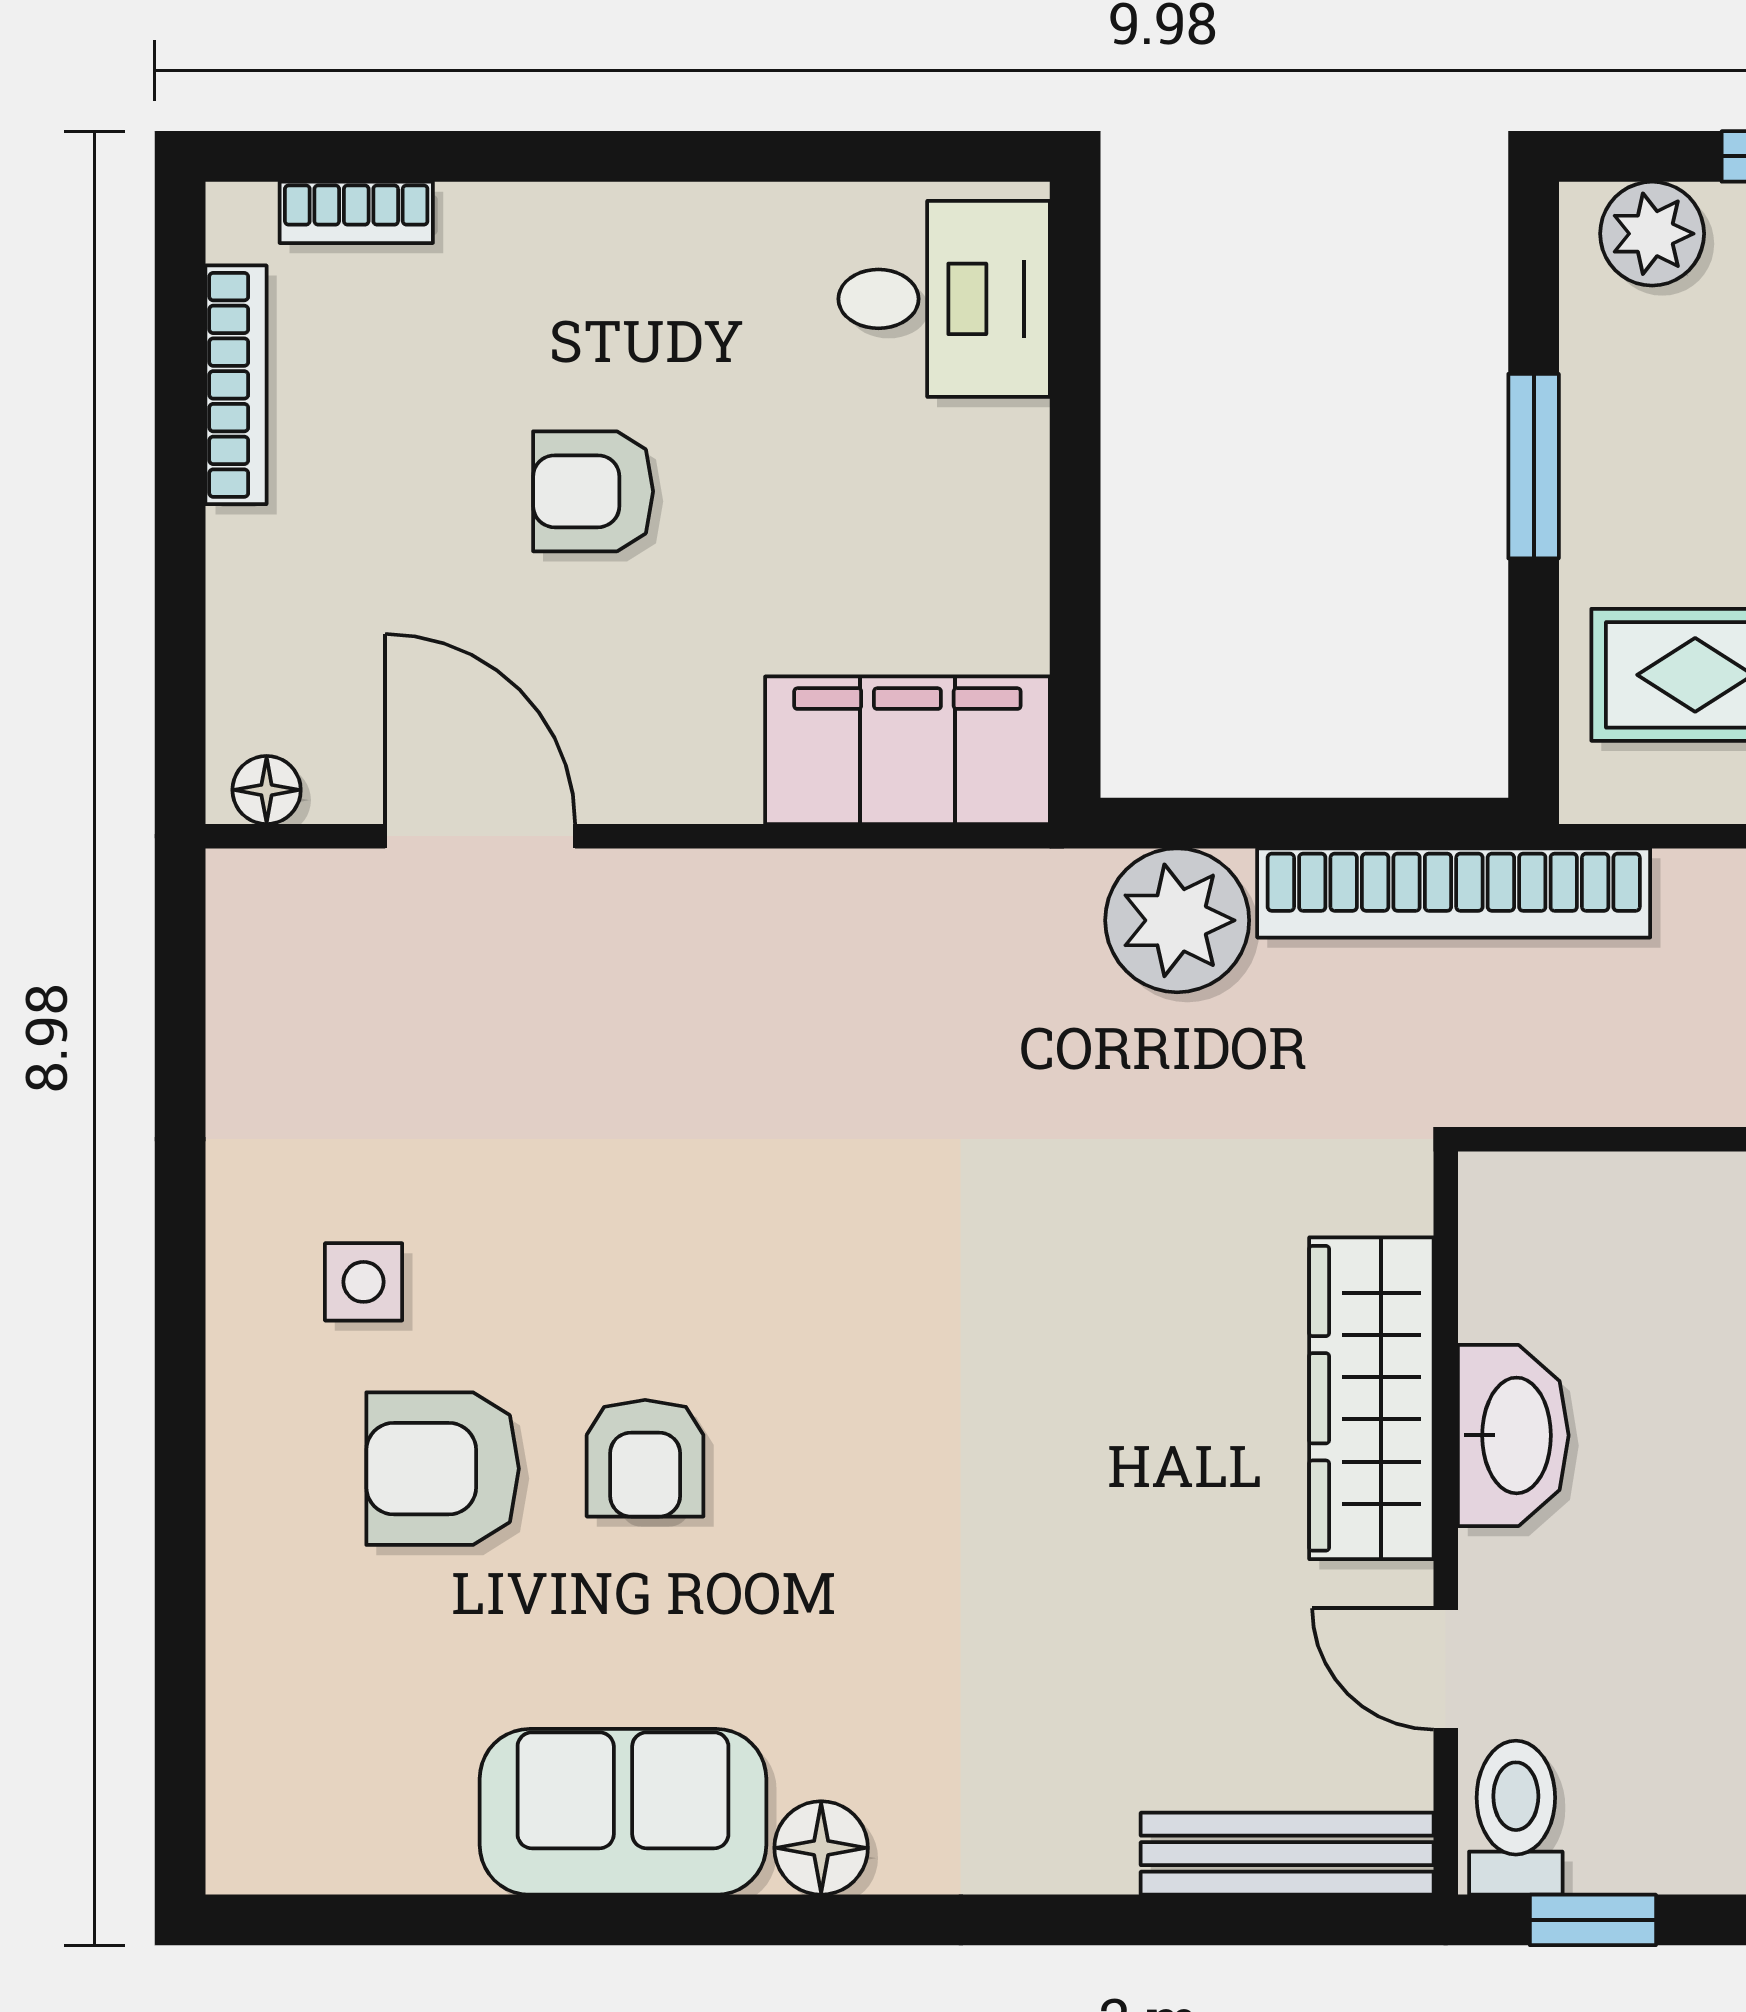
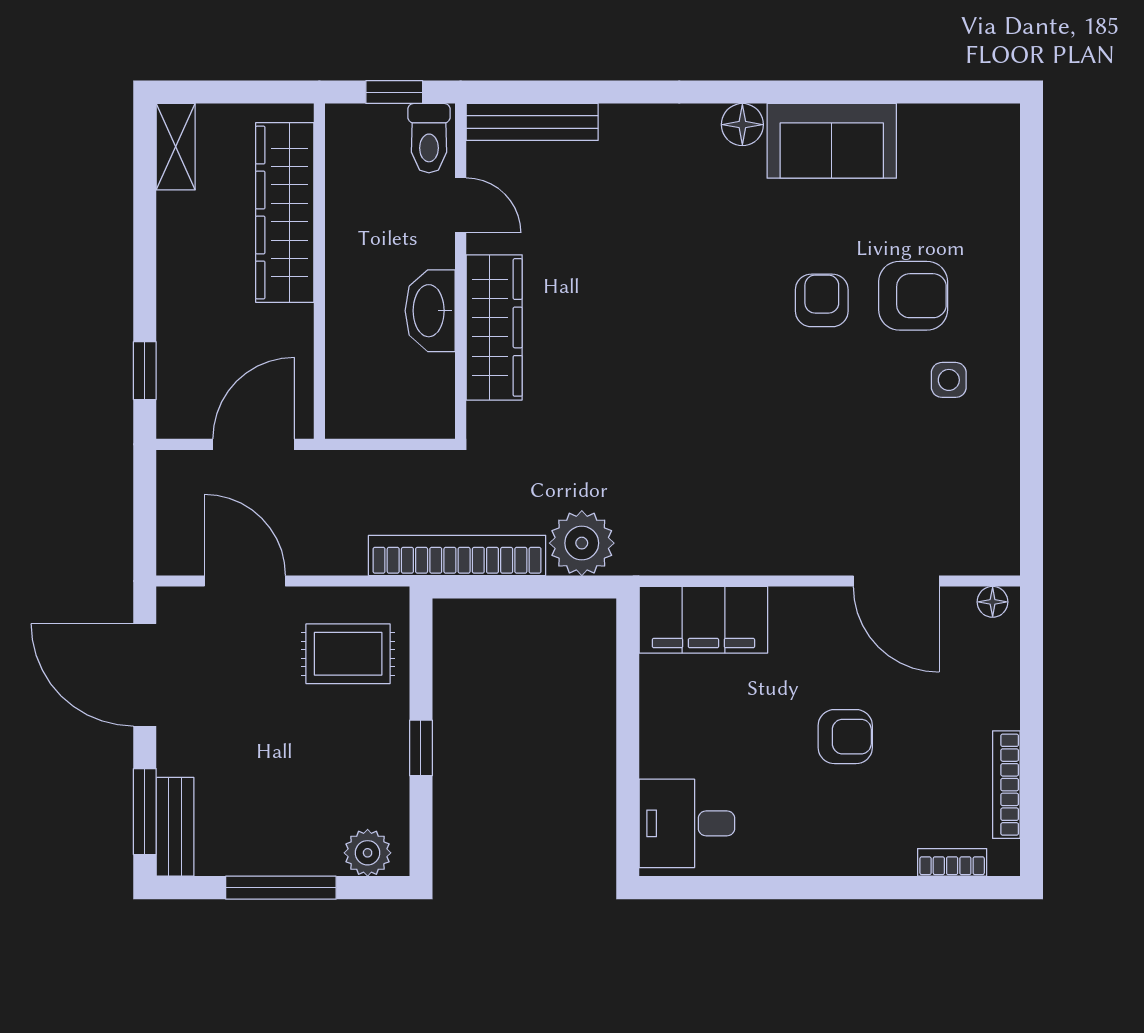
window: (1534, 466) -> (421, 748), width x0.67

